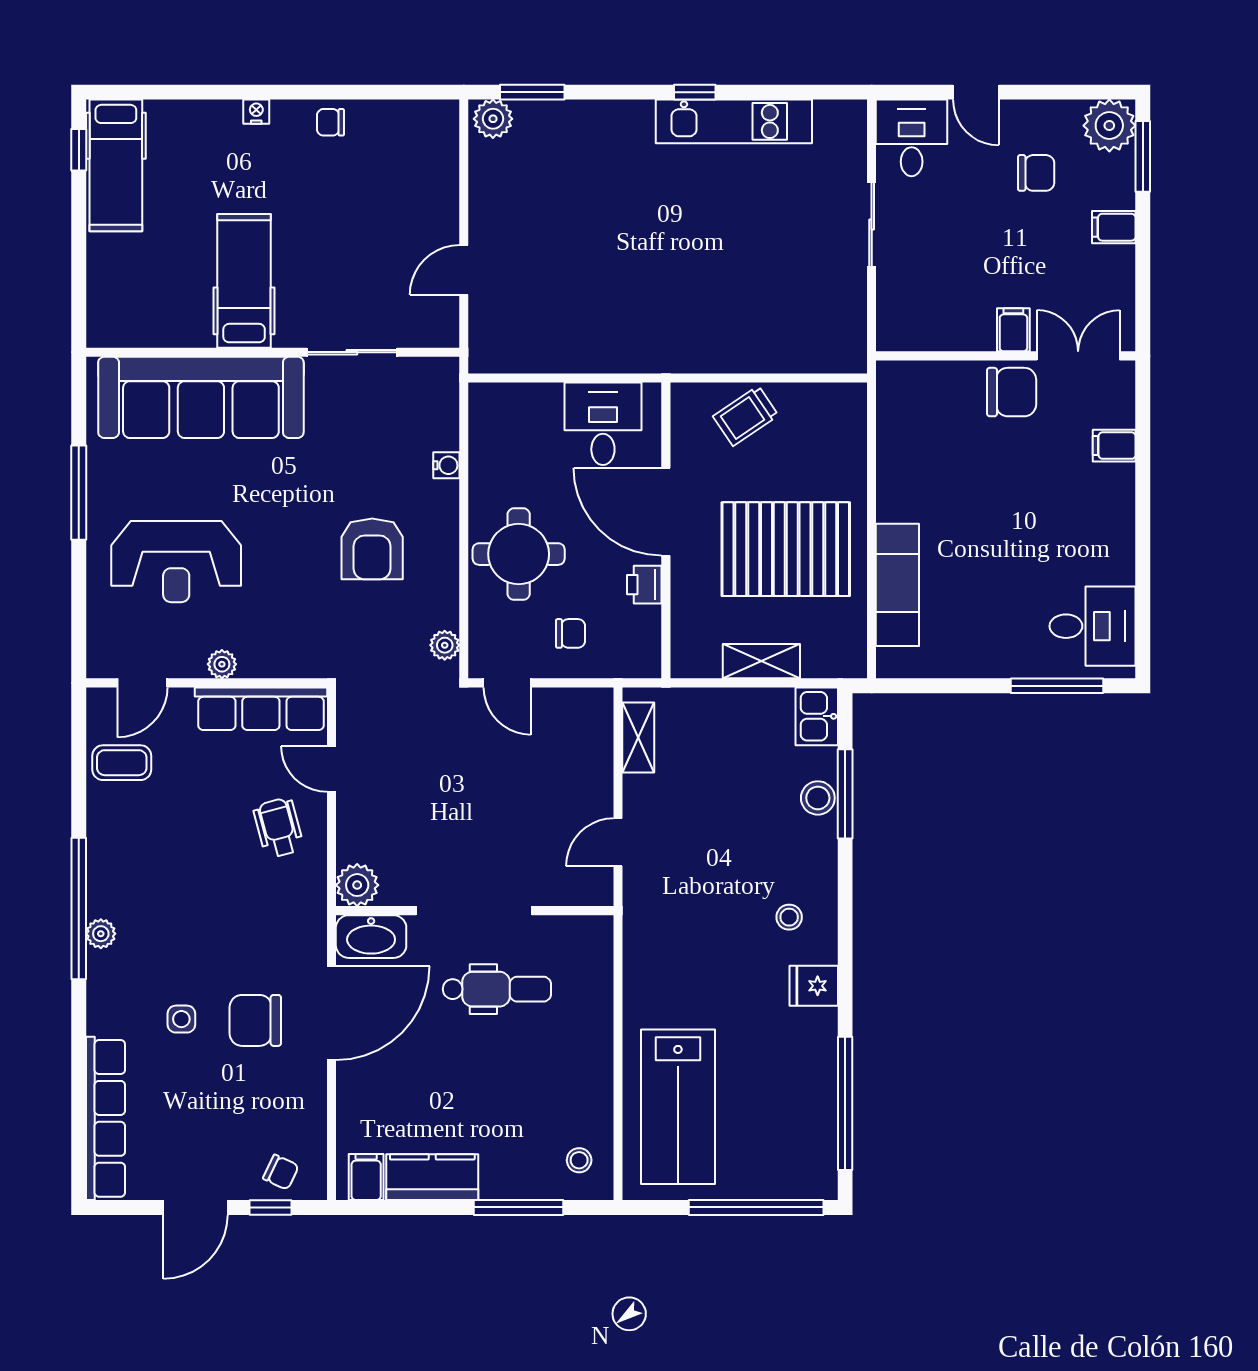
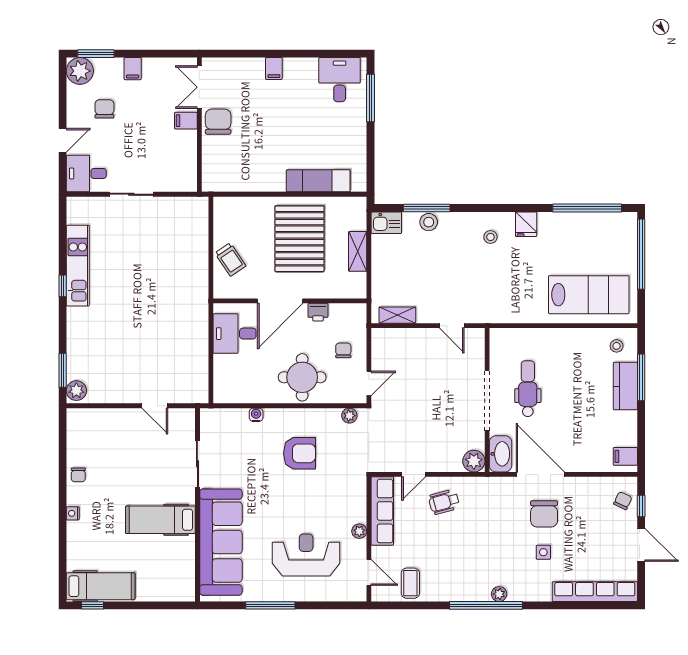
filing cabinet: (1114, 446) -> (274, 68), moved
reception desk: (176, 562) -> (306, 555), turned -90
kitchen counter: (432, 1177) -> (625, 386), moved

